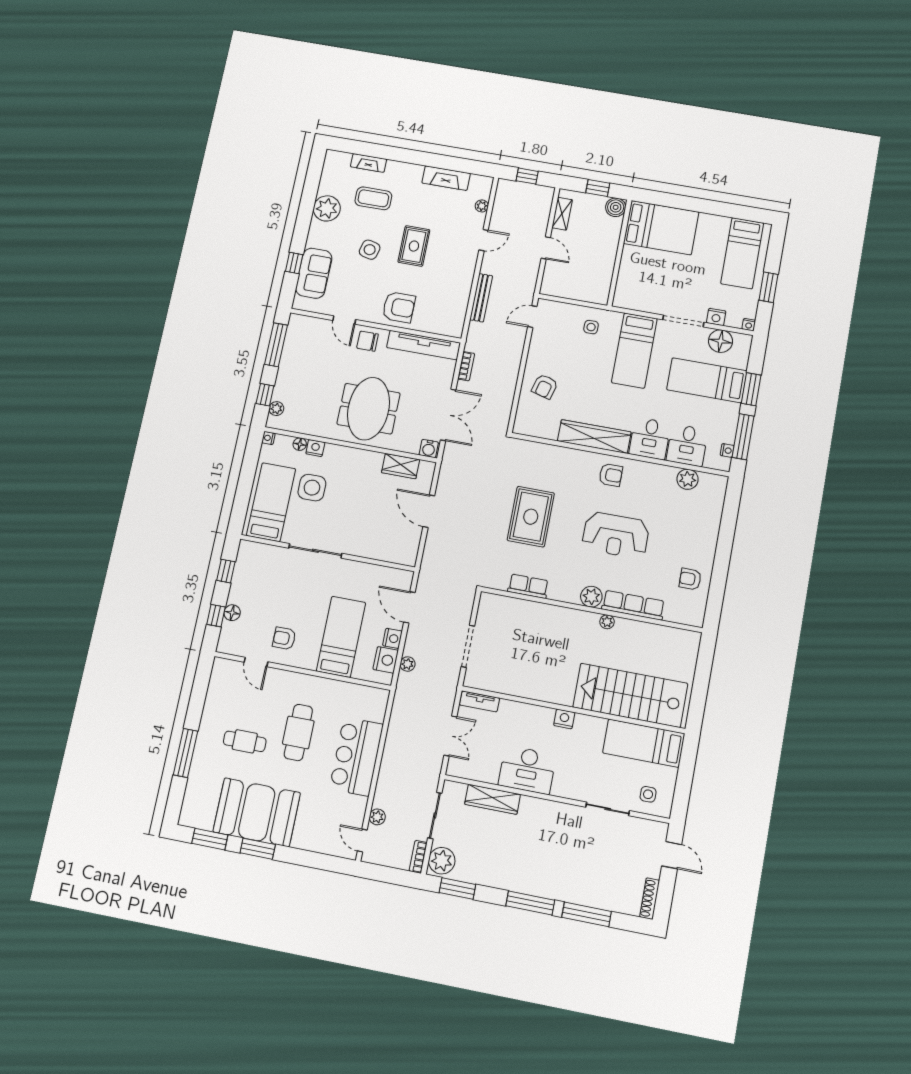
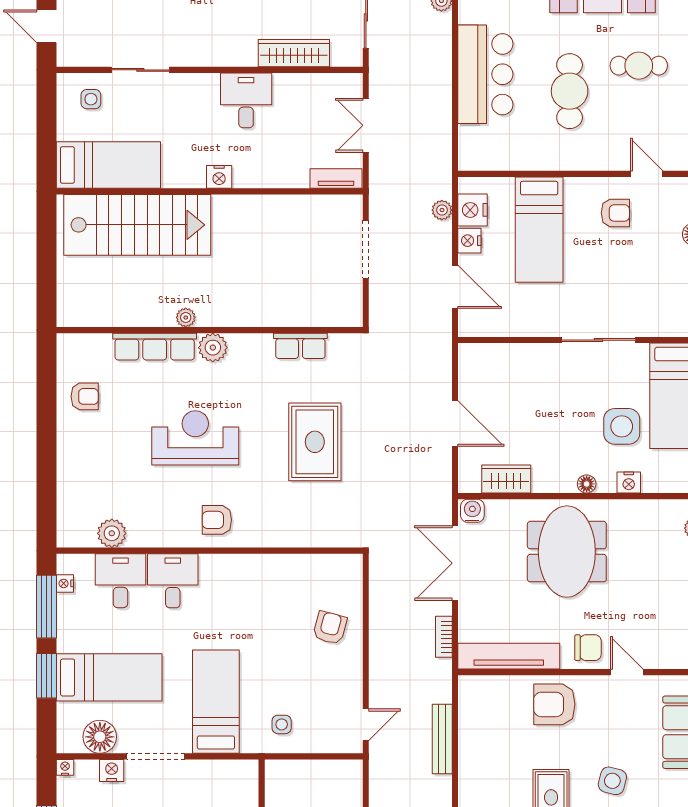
wardrobe: (594, 437) -> (249, 570), removed
floor lamp: (300, 444) -> (587, 484), moved
desk: (527, 770) -> (246, 100), width x0.73

